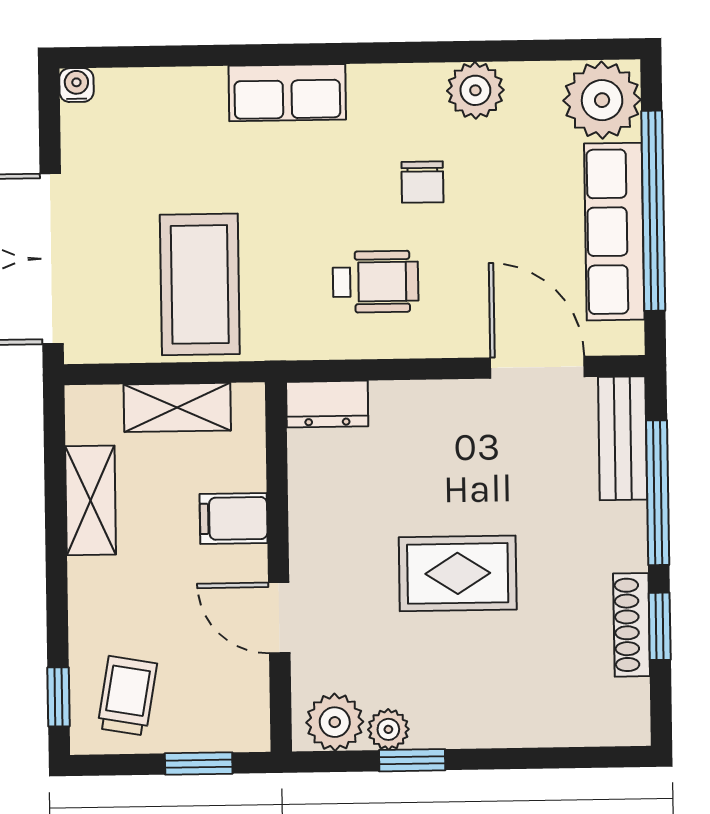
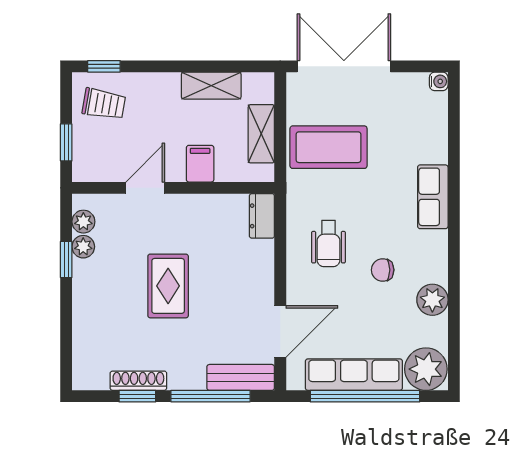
plant: (335, 722) -> (83, 222), width x0.73, depth x0.73

